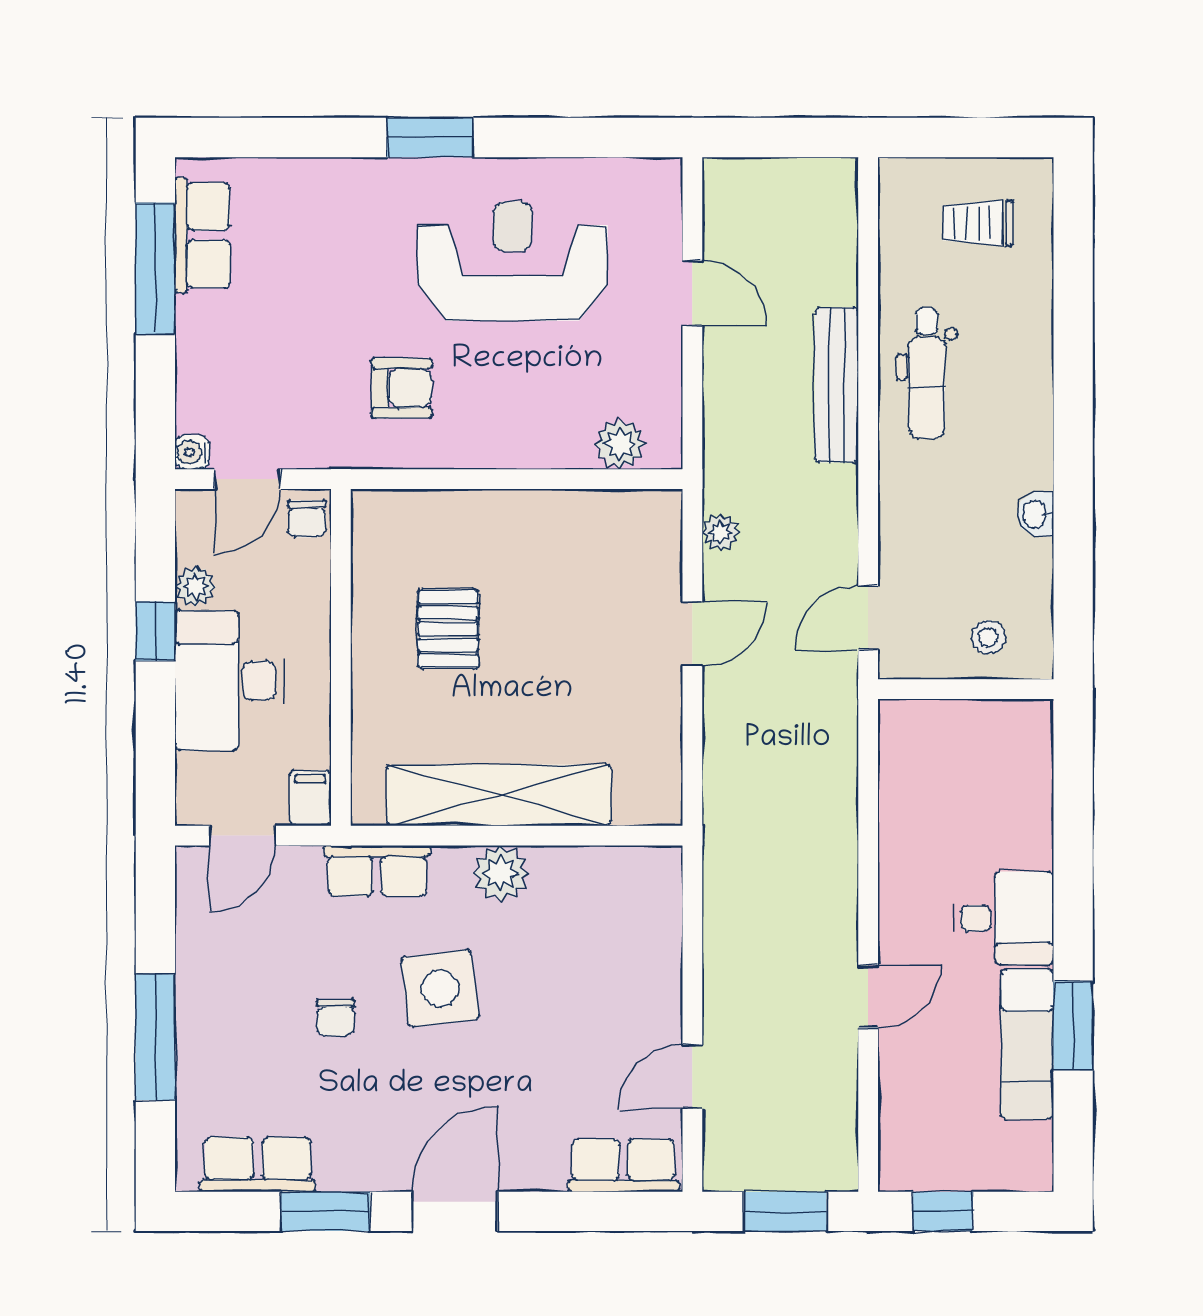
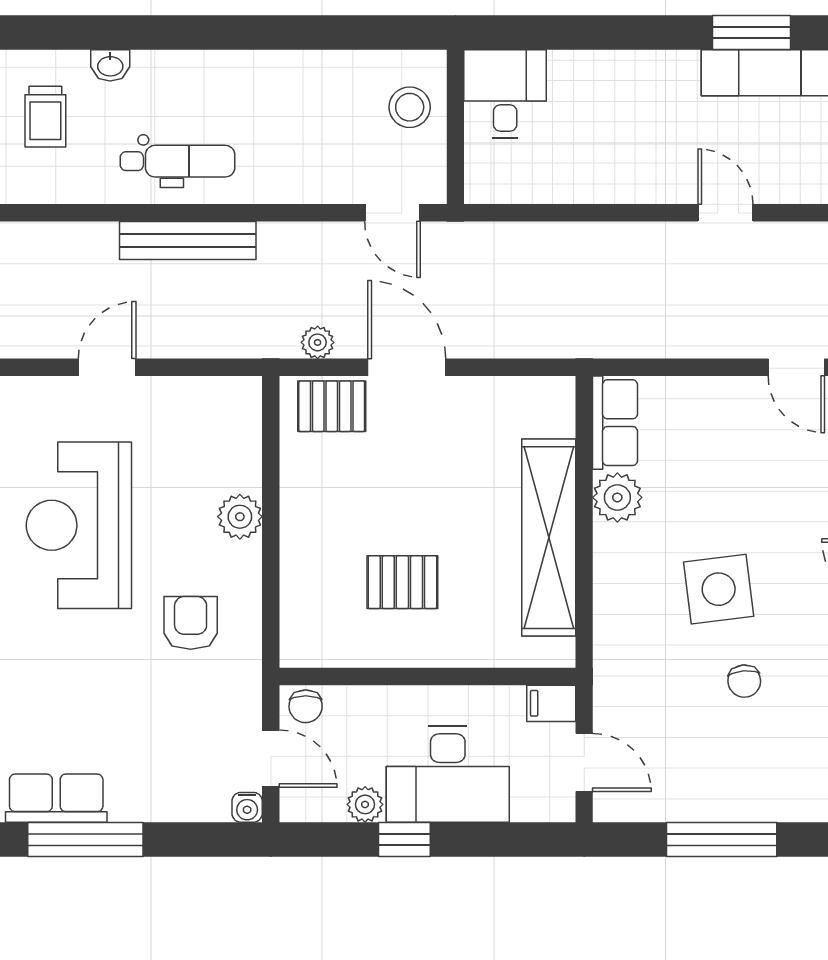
plant: (620, 444) -> (240, 517), moved
washbasin: (1036, 514) -> (110, 65), moved
chair: (307, 519) -> (306, 706), turned 90
pallet: (648, 548) -> (332, 406), added
door: (692, 634) -> (407, 367), width x1.38
stool: (988, 637) -> (410, 107), width x1.37, depth x1.37
row of seats: (377, 871) -> (615, 423), moved
plant: (501, 873) -> (617, 497), moved
desk: (1003, 918) -> (505, 94), moved
chair: (336, 1018) -> (744, 681), turned 85
window: (155, 1037) -> (722, 840), moved

